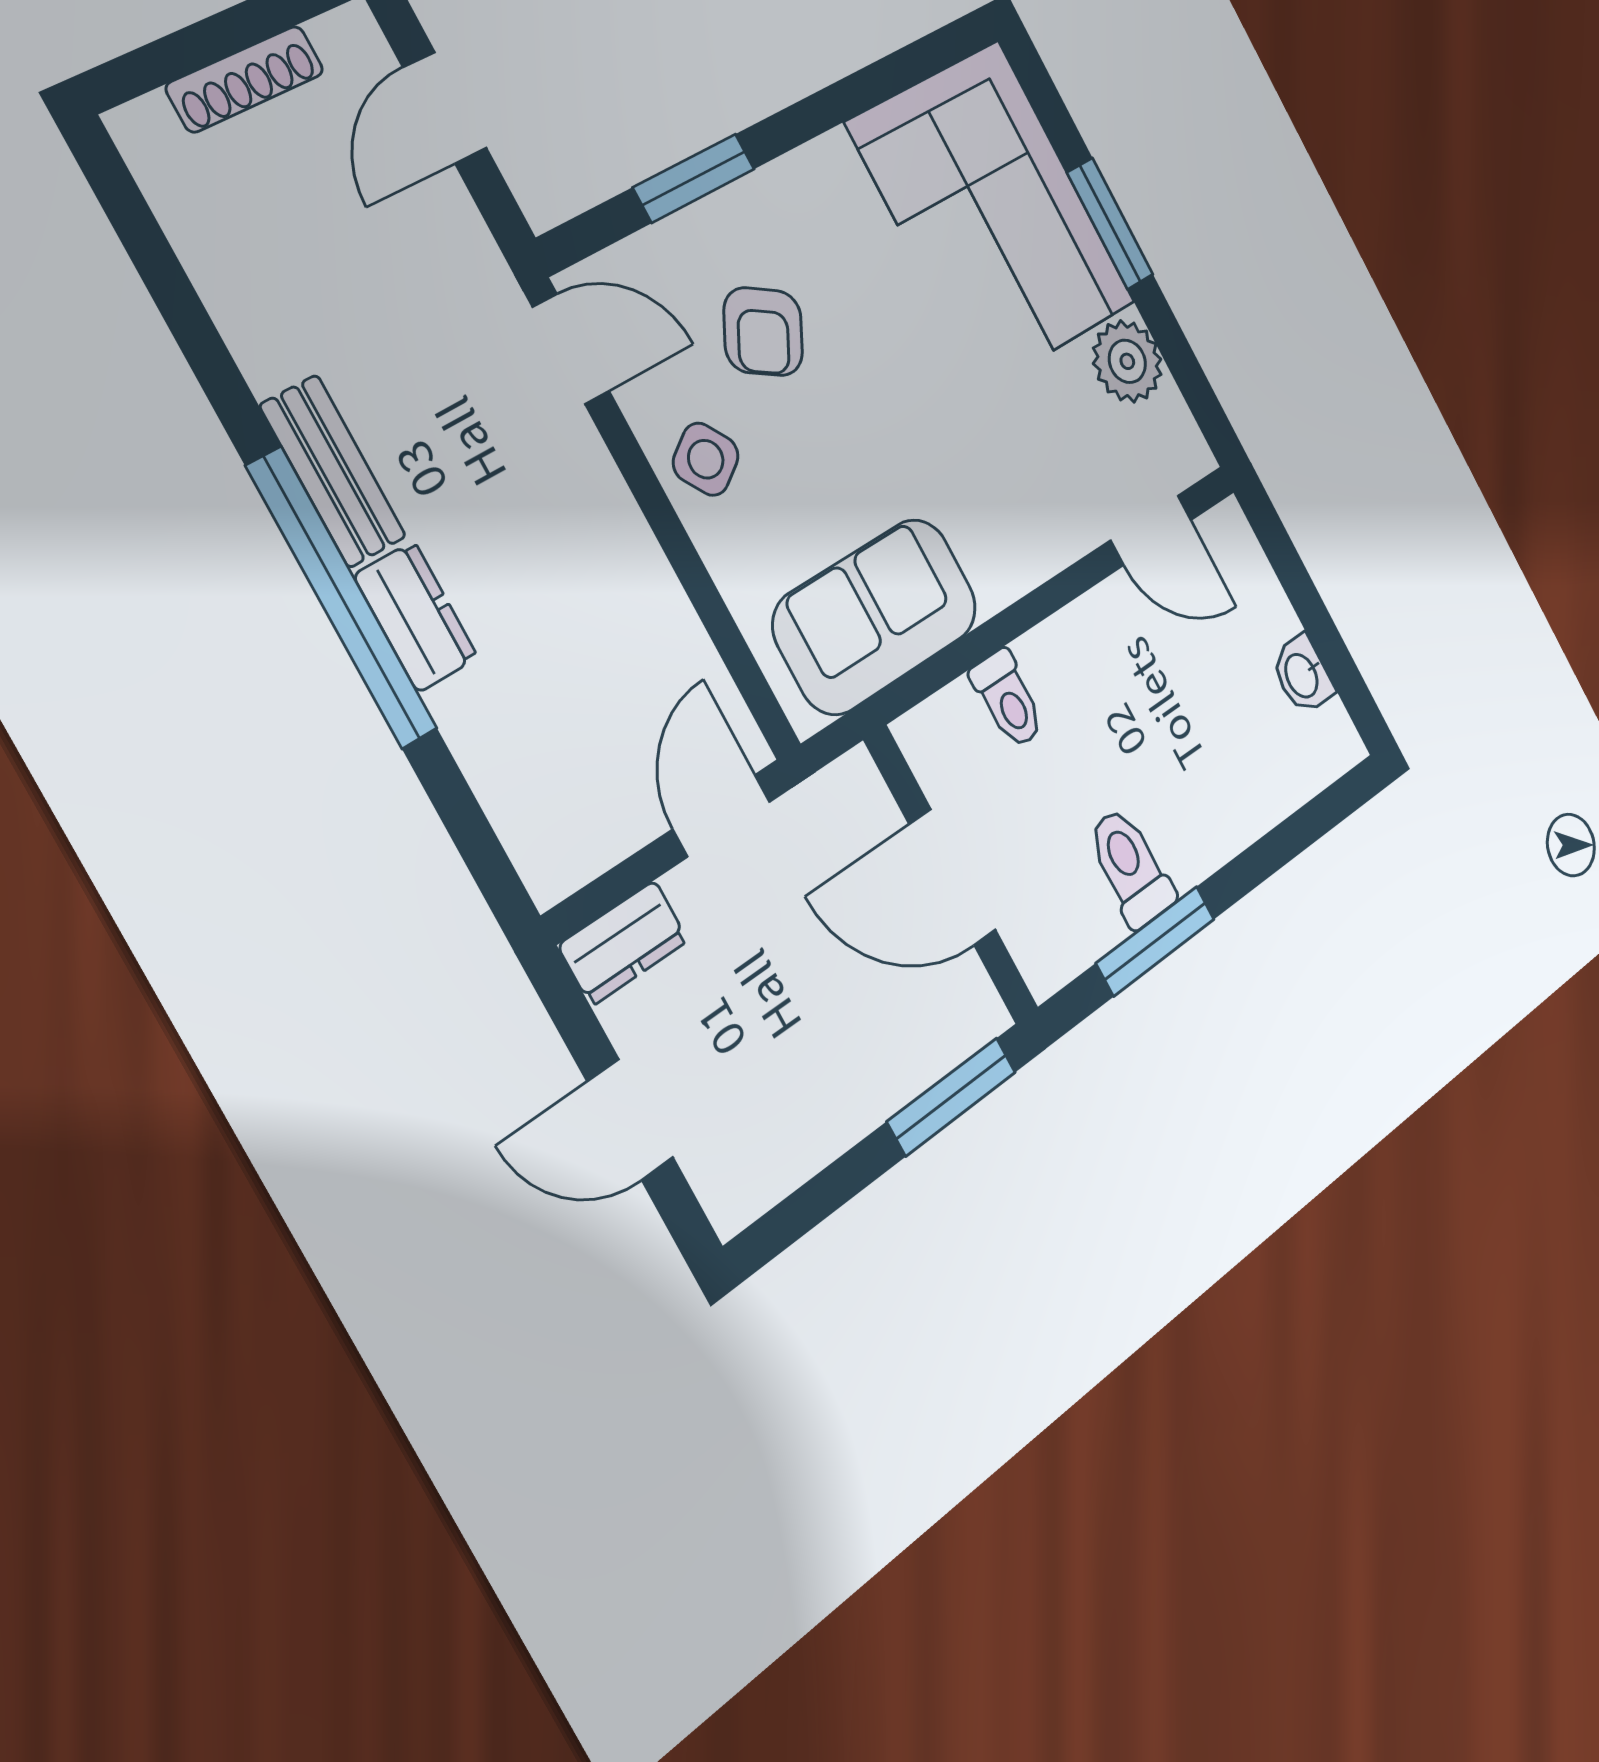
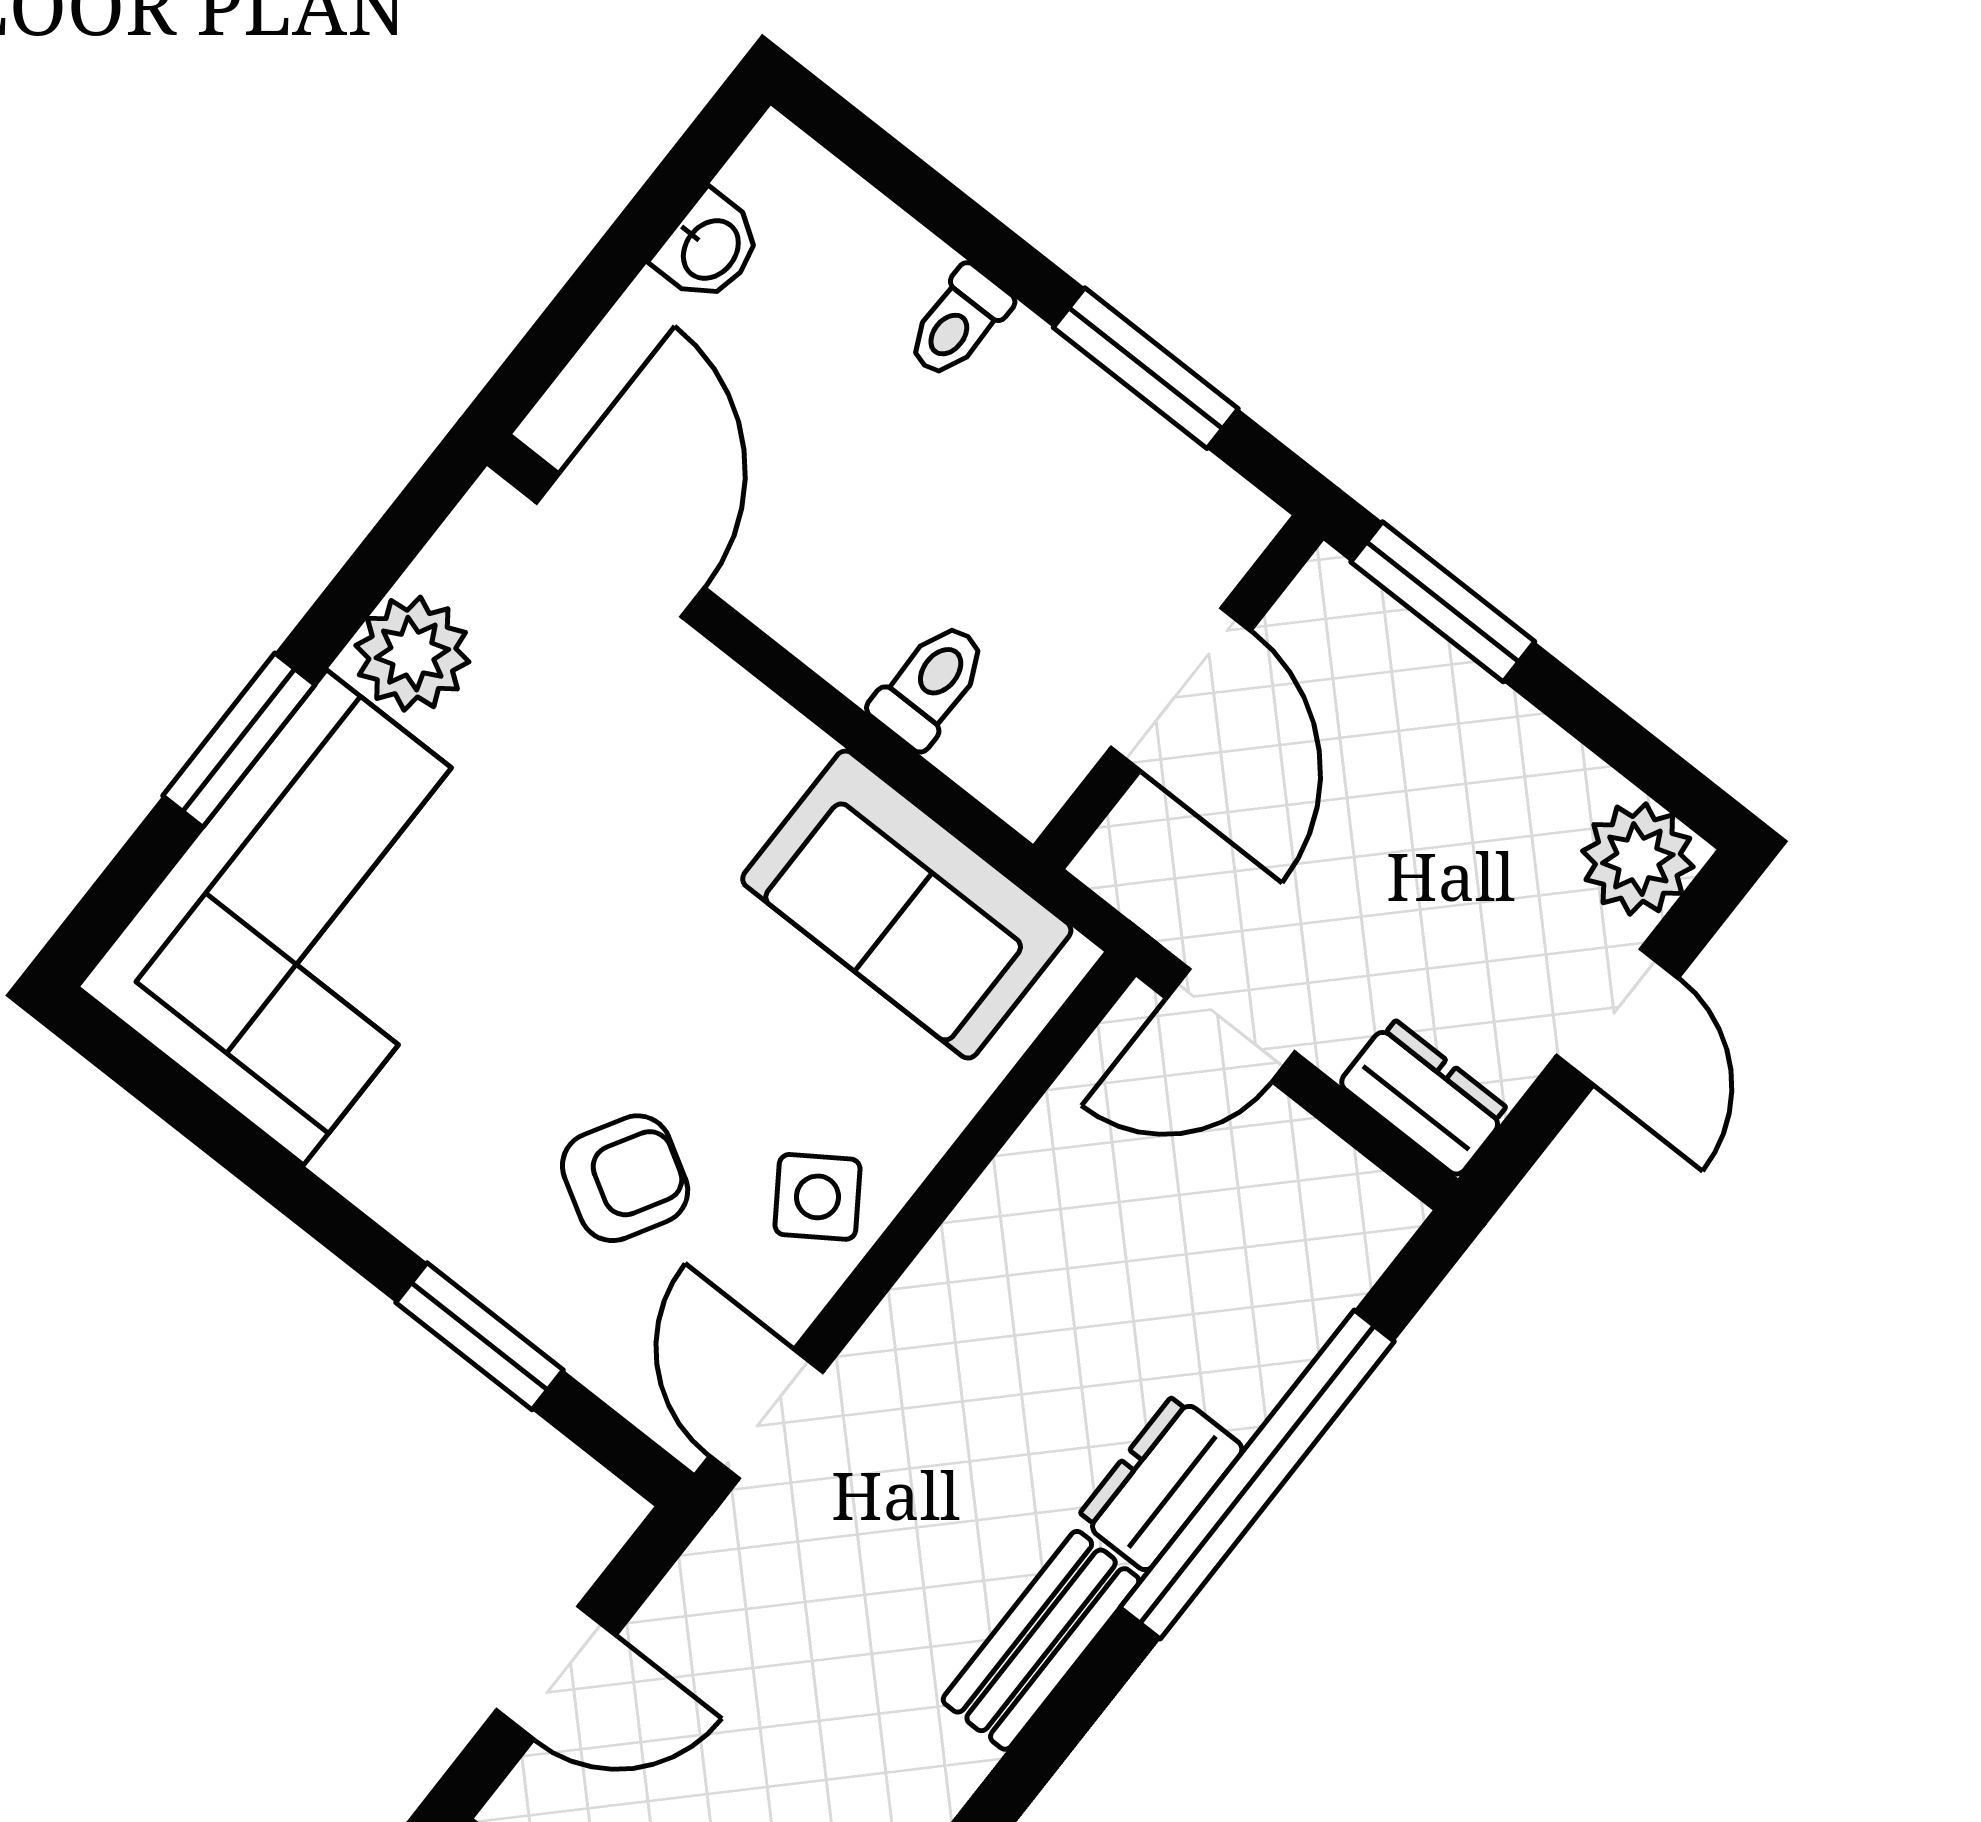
door: (1151, 530) -> (620, 545), width x1.38
window: (342, 598) -> (1257, 1475), moved
toilet: (1131, 867) -> (958, 323), moved, width x0.73, depth x0.72
plant: (736, 1180) -> (1638, 859), added

